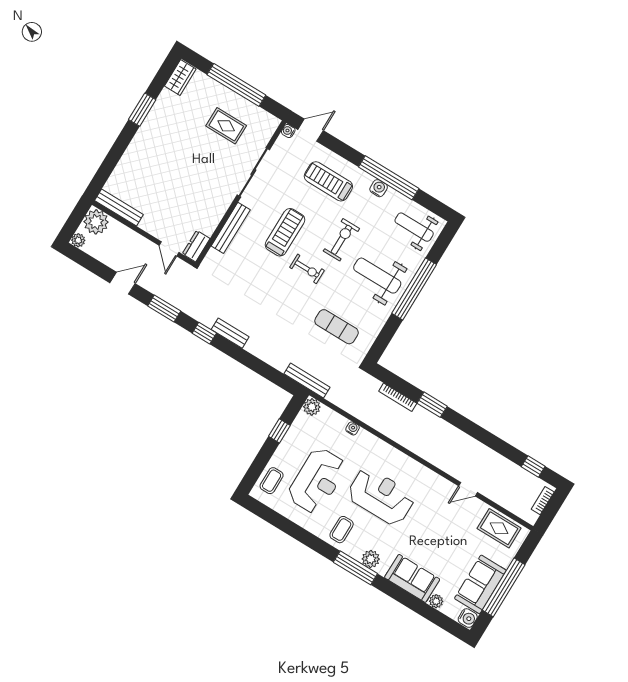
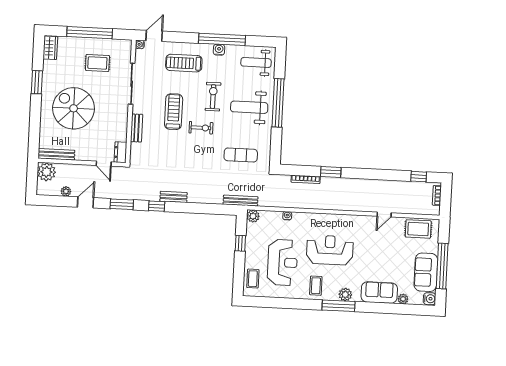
spiral stairs: (169, 164) -> (74, 108), added
bench: (231, 228) -> (137, 128), width x0.73
plant: (78, 240) -> (66, 191), moved

